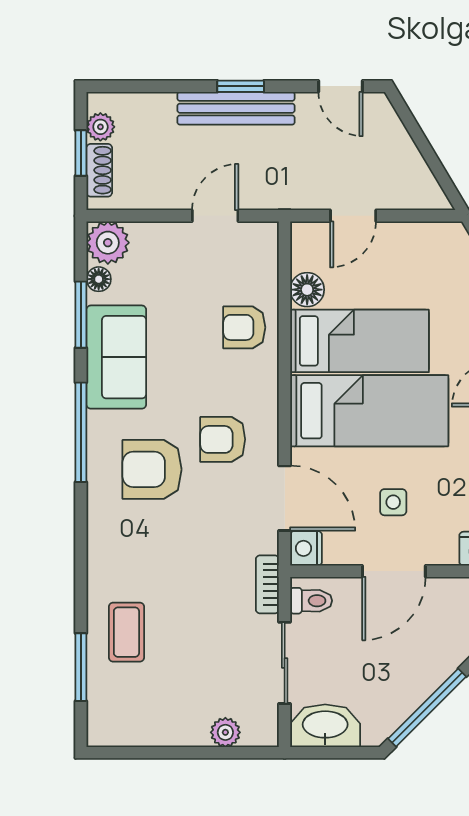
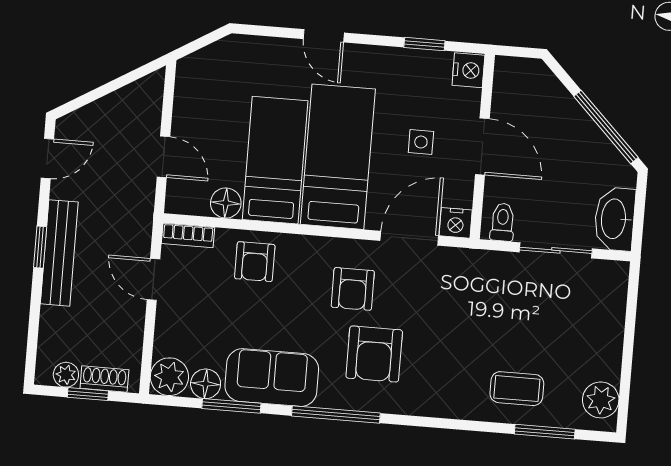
floor lamp: (99, 279) -> (206, 384), width x1.37, depth x1.37
bookcase: (267, 584) -> (188, 235), moved
plant: (225, 732) -> (601, 400), moved, width x1.38, depth x1.38

